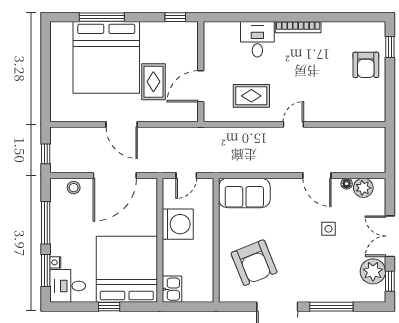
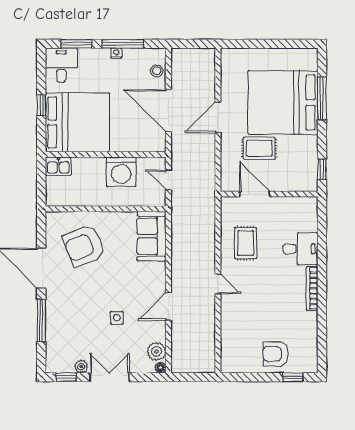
window: (46, 154) -> (189, 44), removed
floor lamp: (347, 184) -> (161, 368), moved
nightstand: (55, 262) -> (116, 53), moved
plant: (373, 271) -> (81, 367), width x0.53, depth x0.53

